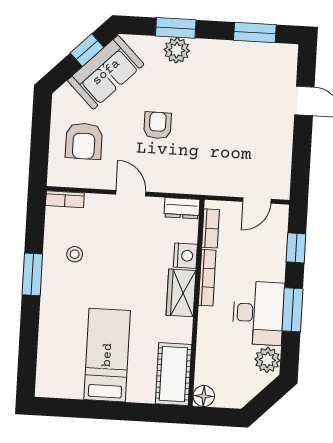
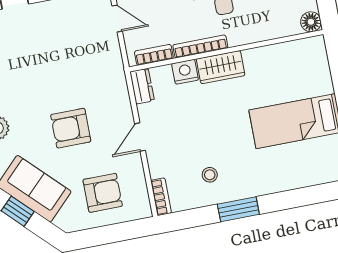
armchair: (158, 125) -> (71, 128), width x1.38, depth x1.38
cot: (173, 374) -> (298, 55), removed

